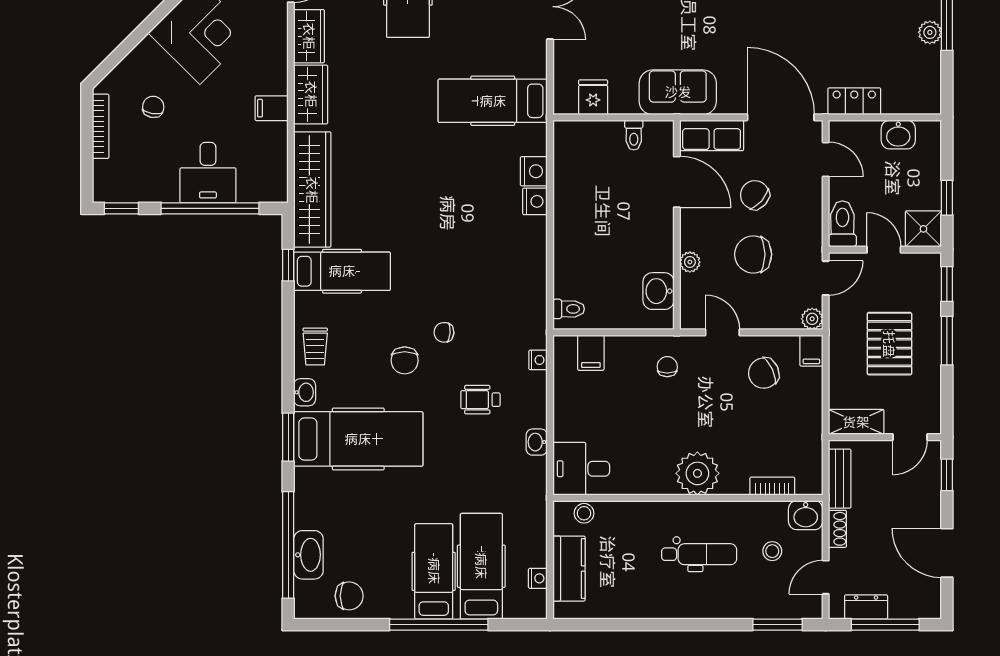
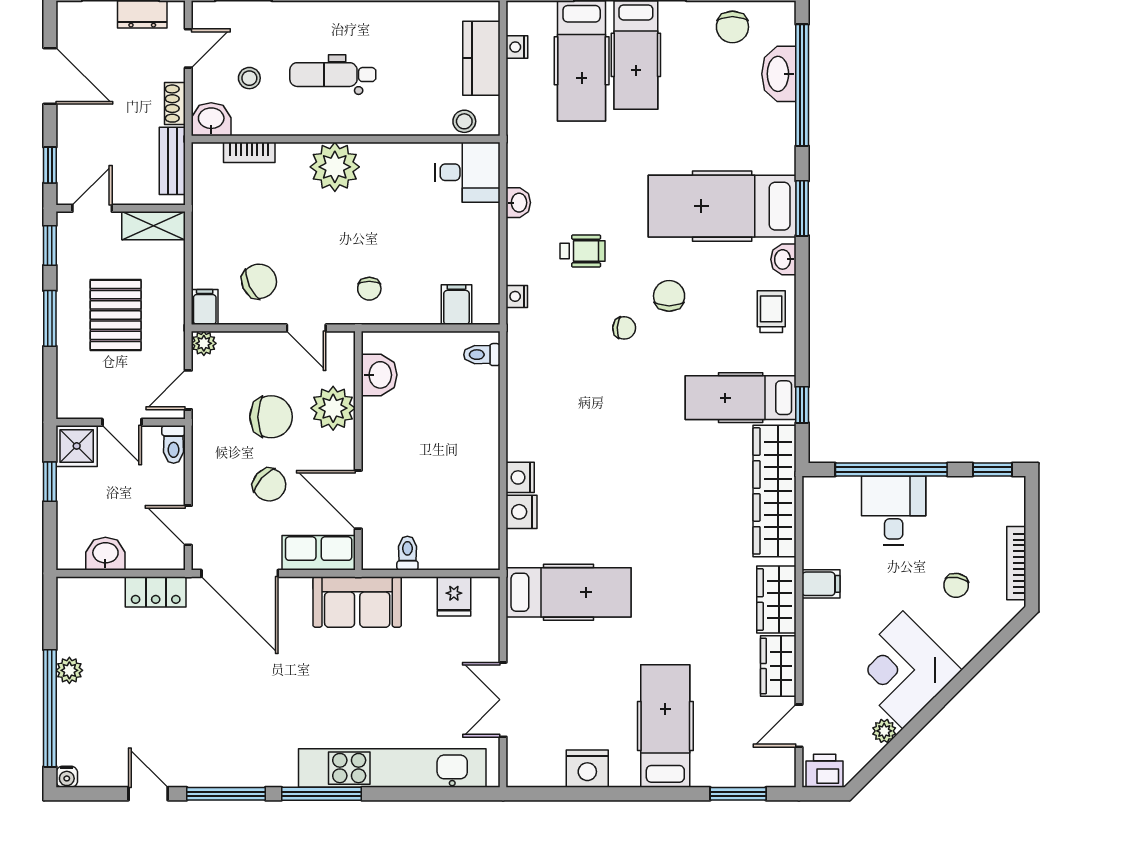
toilet: (842, 224) -> (174, 444), width x0.73, depth x0.72
plant: (690, 262) -> (333, 408), width x1.88, depth x1.88
window: (947, 284) -> (50, 245), moved
chair: (349, 596) -> (732, 27), turned -90

